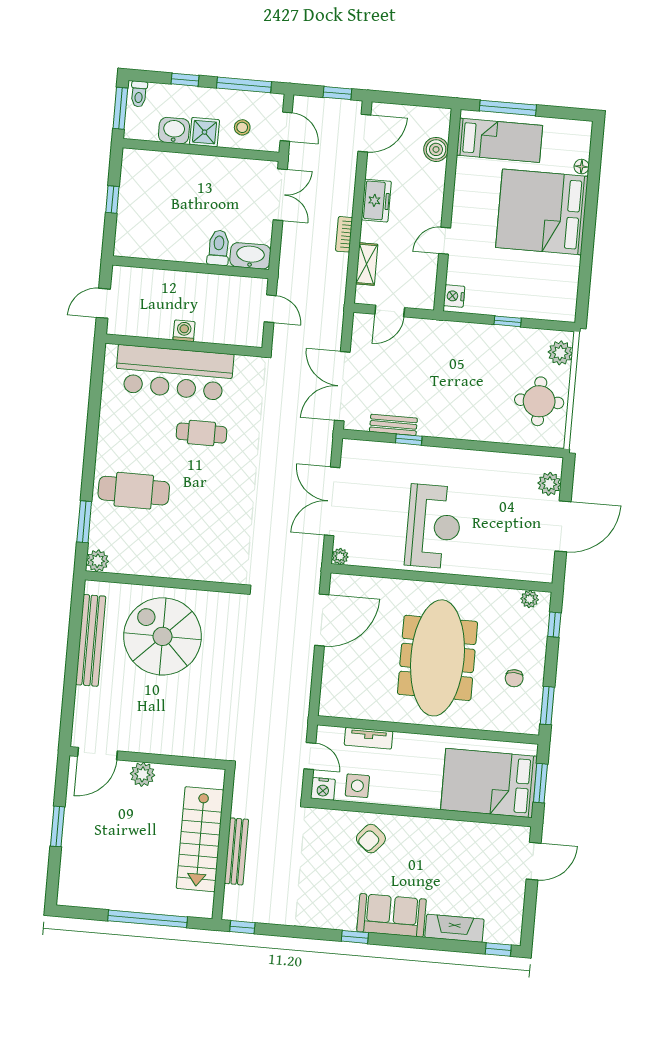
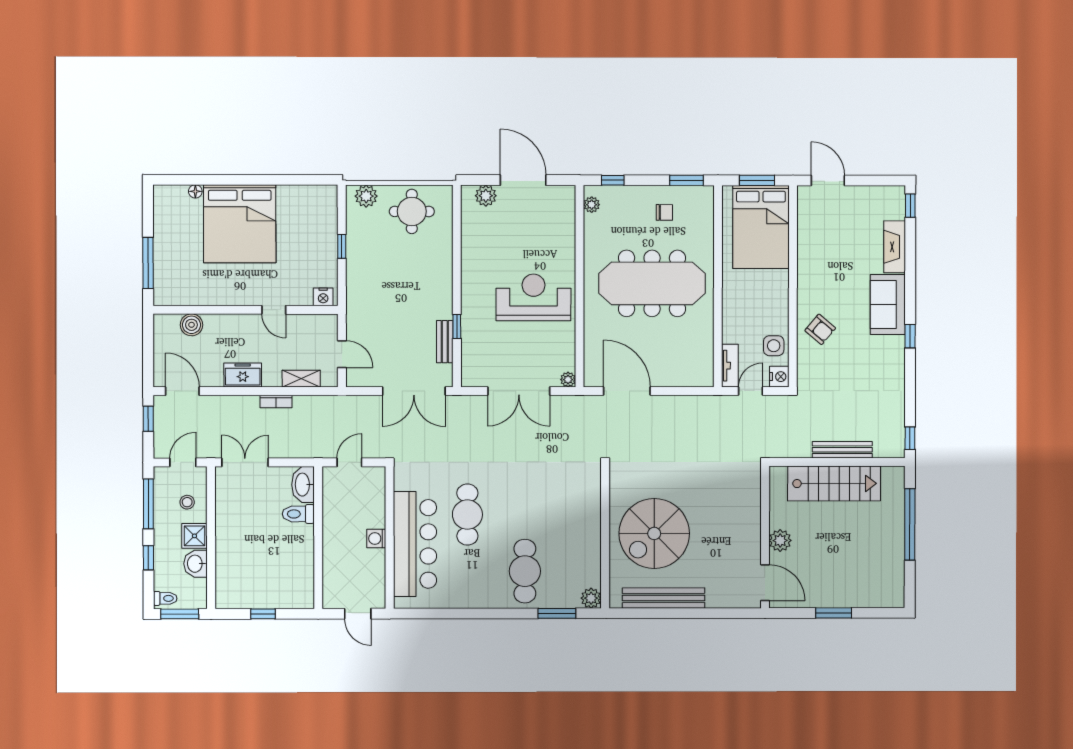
bed: (499, 140) -> (178, 268), removed
cafe table: (201, 433) -> (467, 515), width x1.37, depth x1.35
tv unit: (369, 738) -> (730, 366), moved

